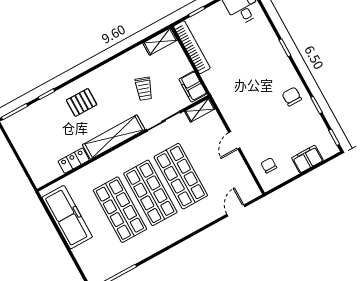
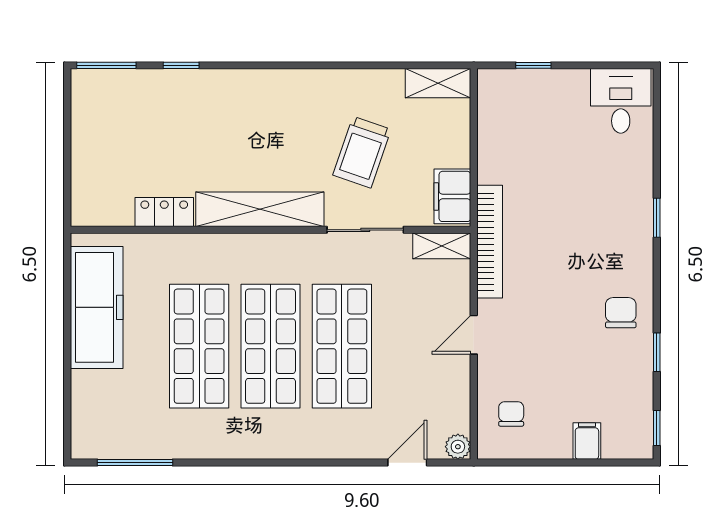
bookcase: (192, 47) -> (490, 242), moved
trolley: (144, 89) -> (362, 152), width x1.36, depth x1.39
pallet: (82, 102) -> (236, 115), removed
filing cabinet: (307, 159) -> (587, 441), width x0.50
plant: (254, 192) -> (458, 447), added

